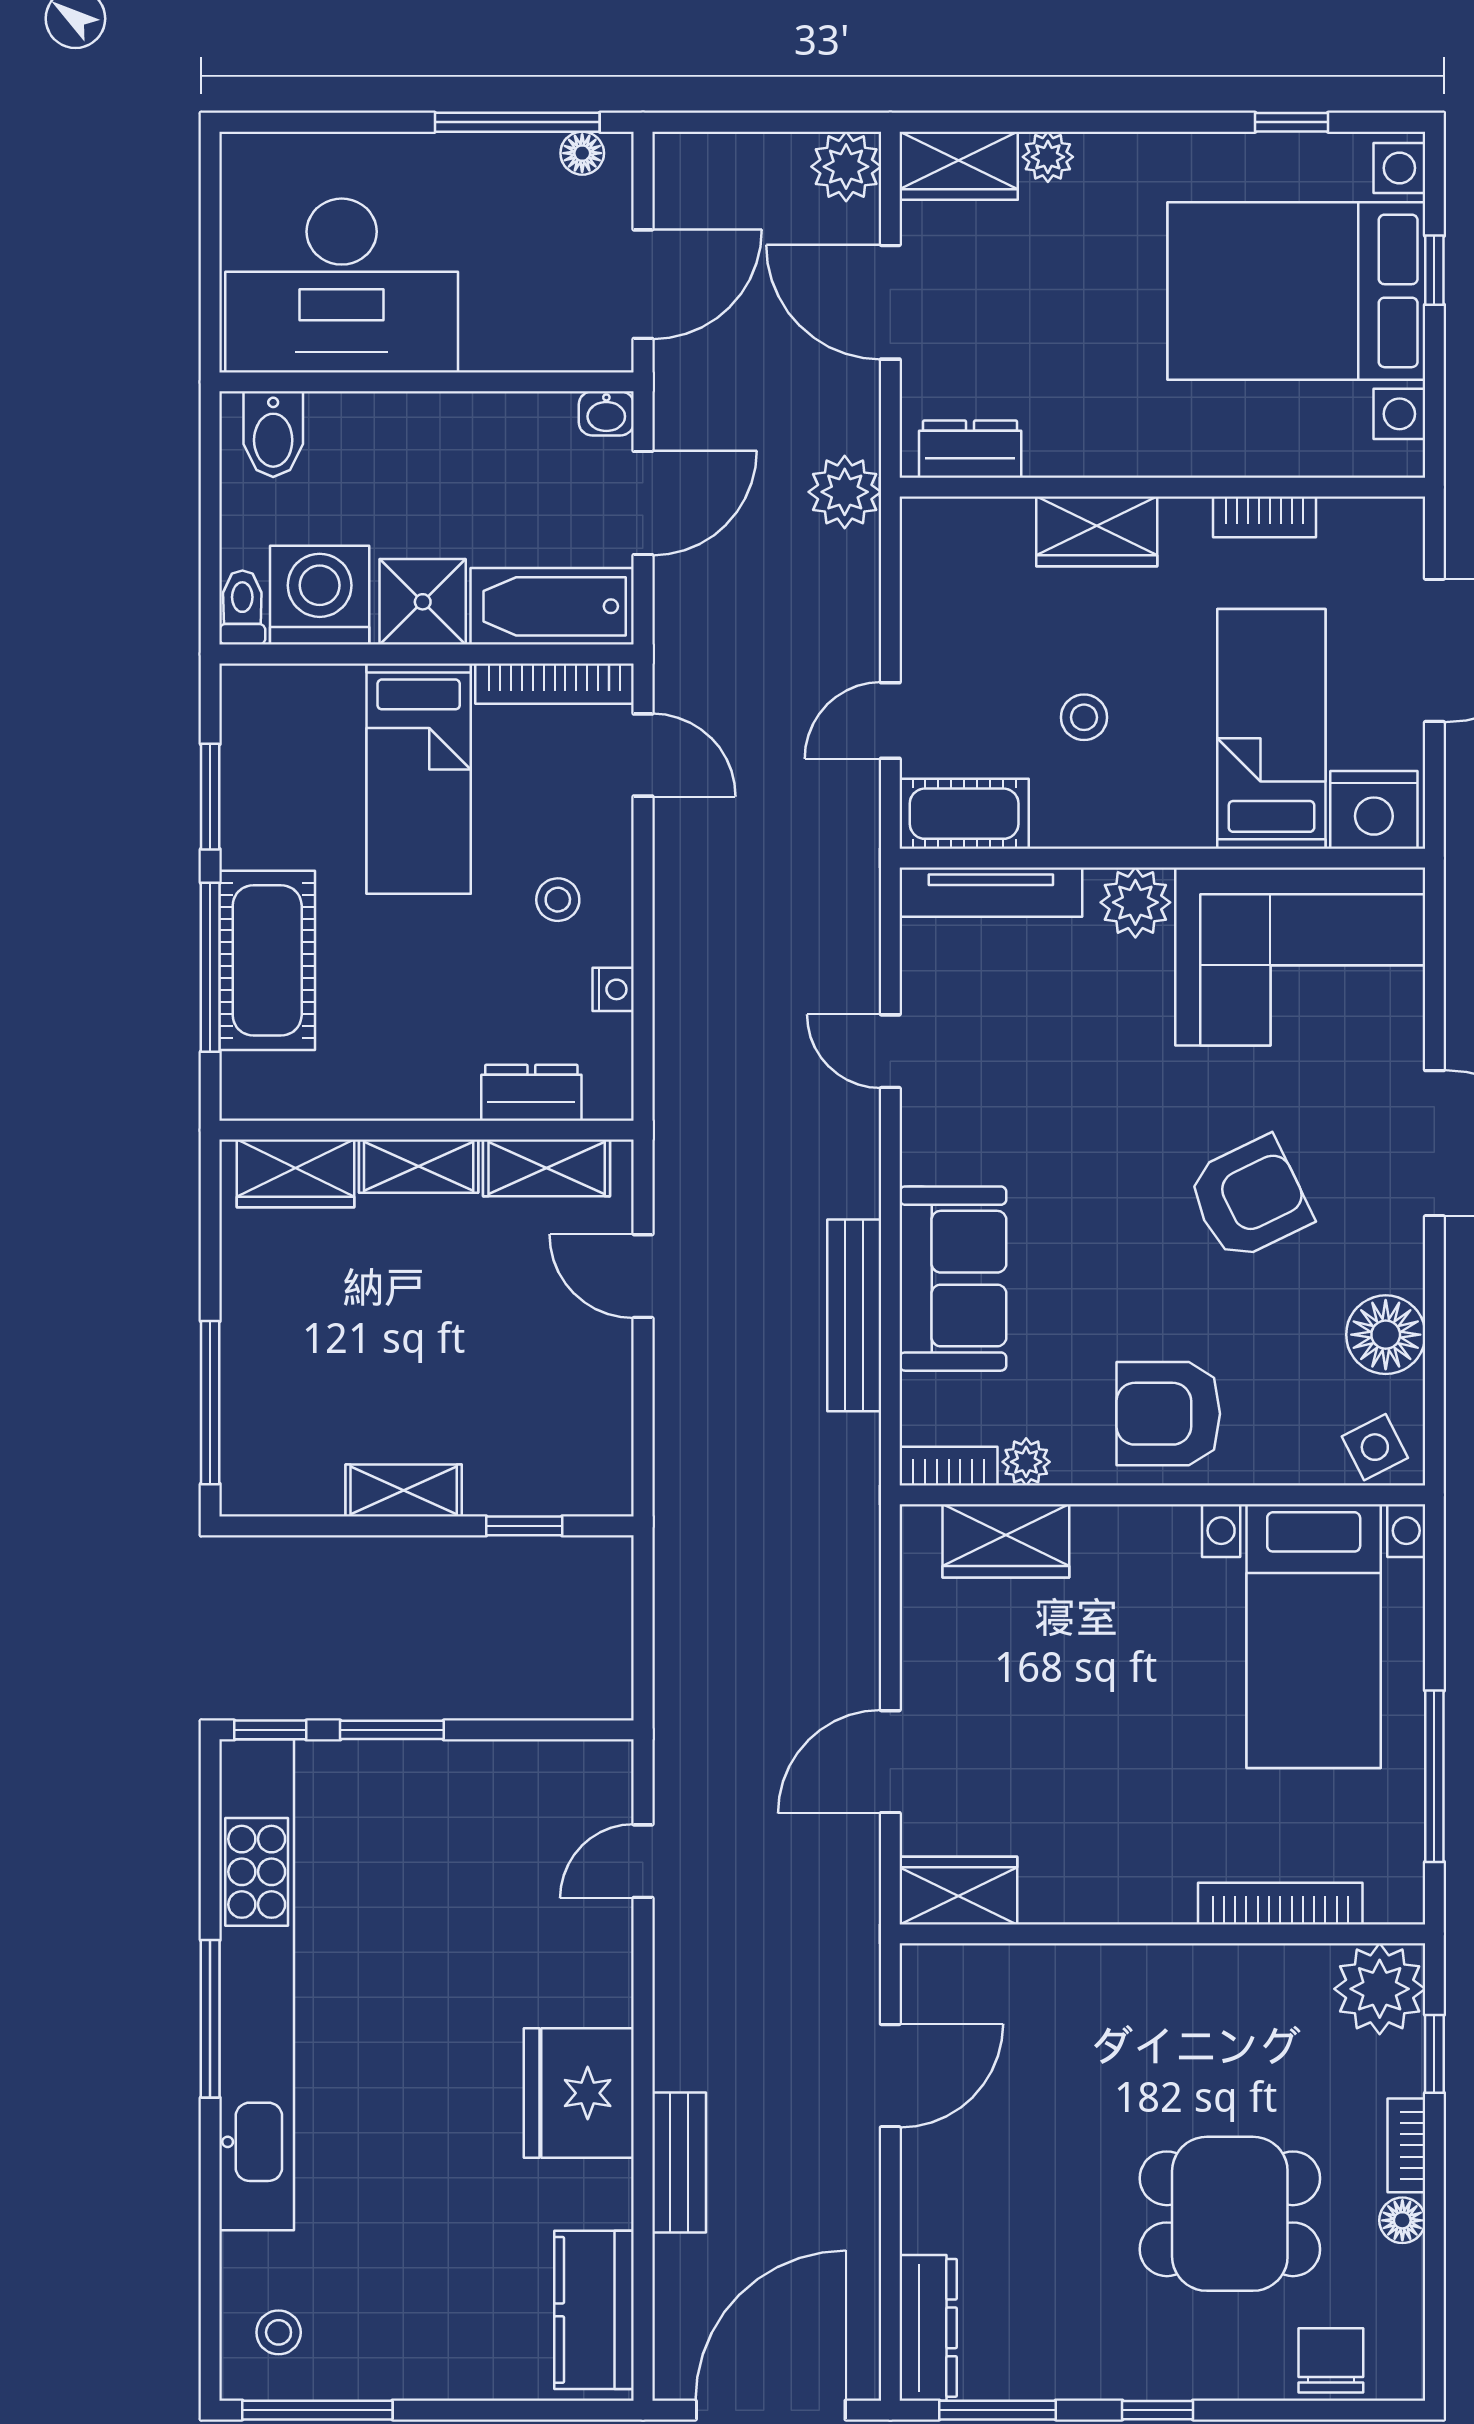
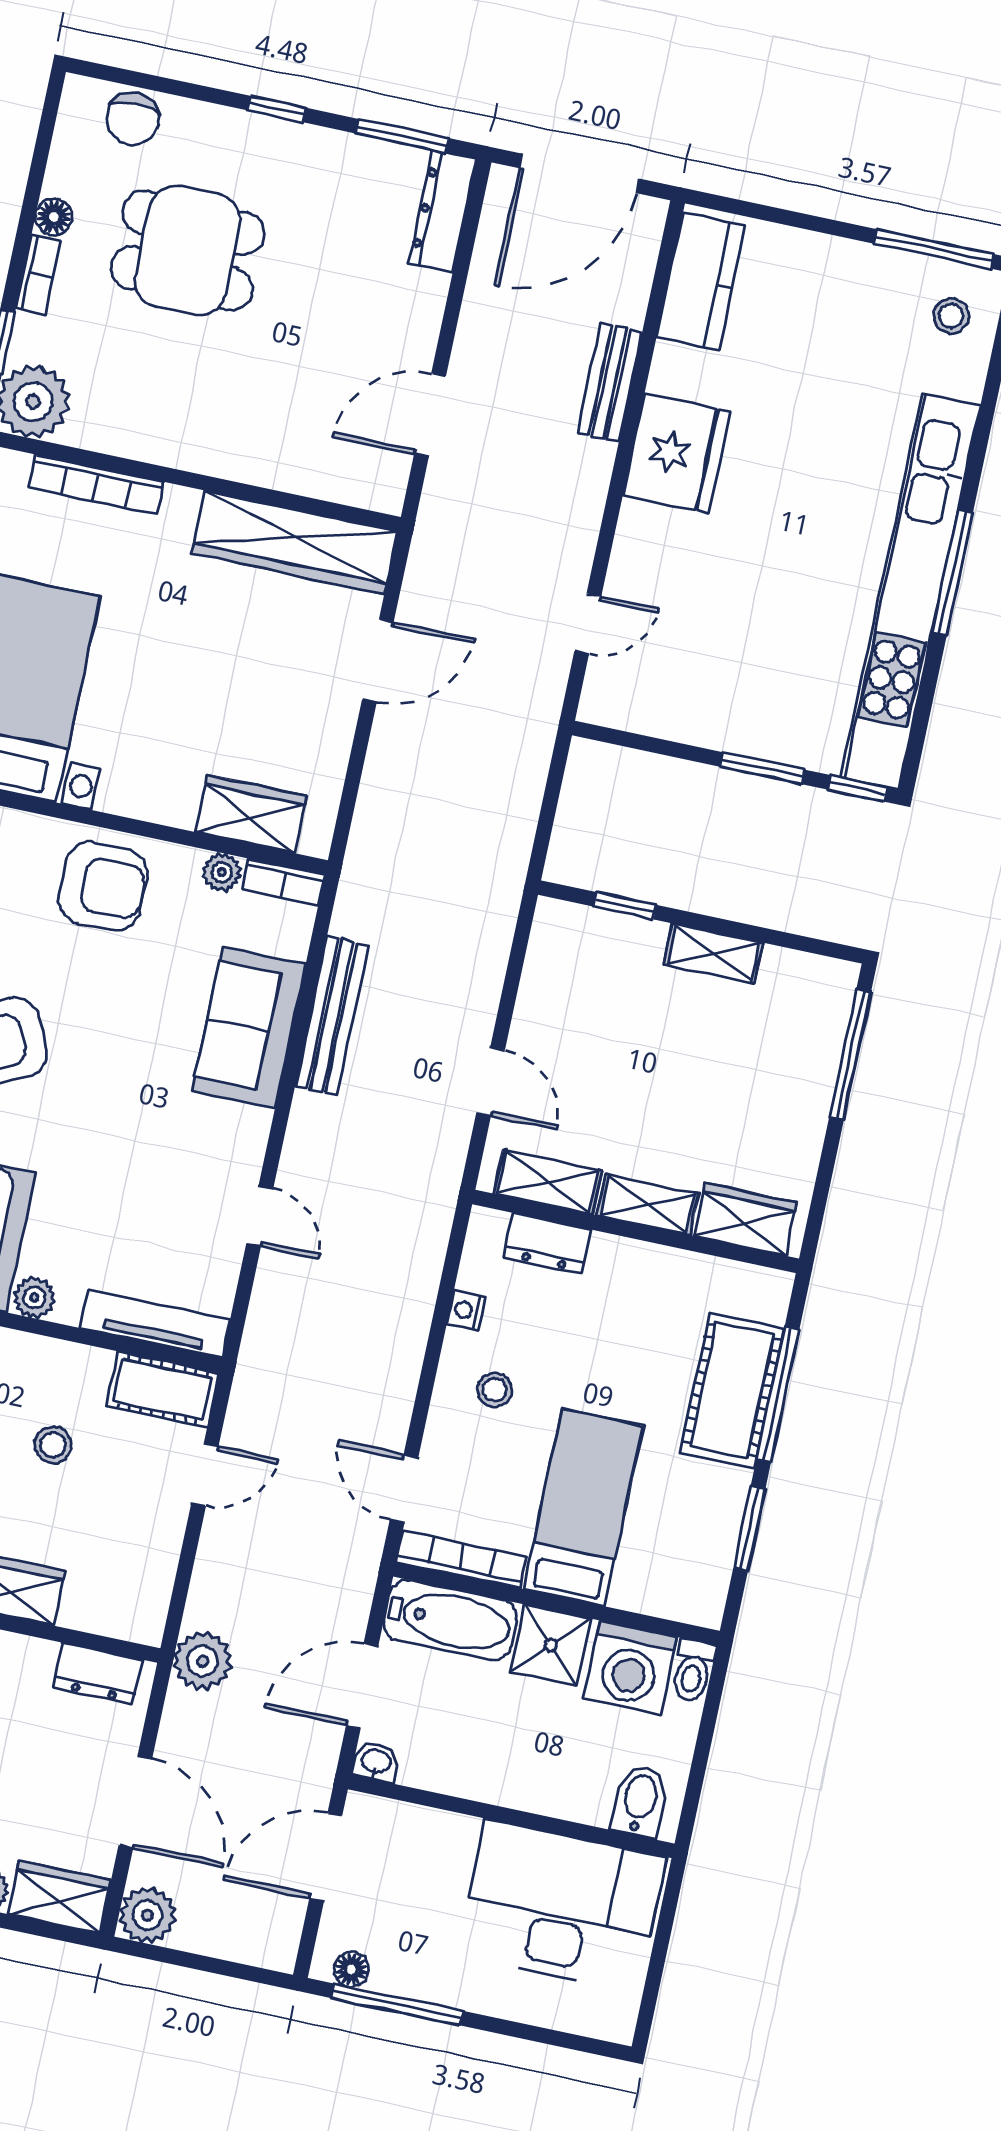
plant: (1135, 902) -> (34, 1298), width x0.73, depth x0.73
wardrobe: (958, 1891) -> (295, 542), width x2.10, depth x1.17

